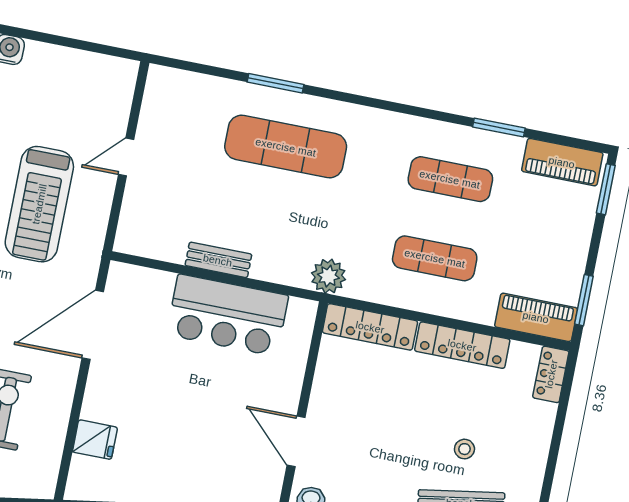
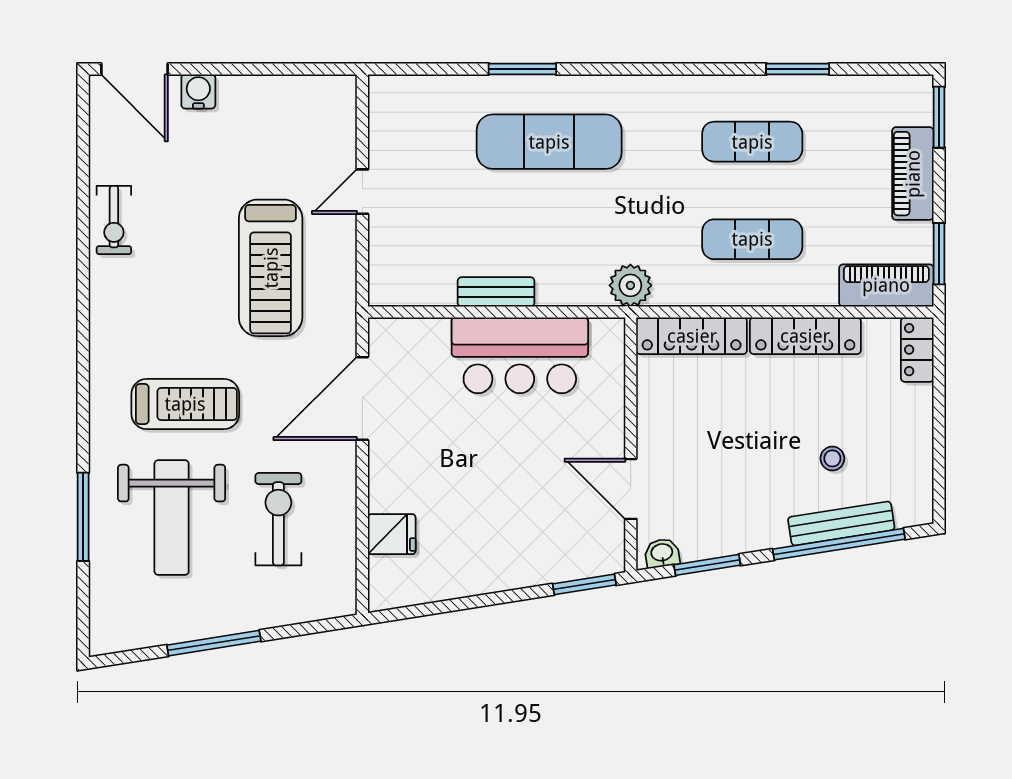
piano: (562, 162) -> (913, 174), moved, turned 90

